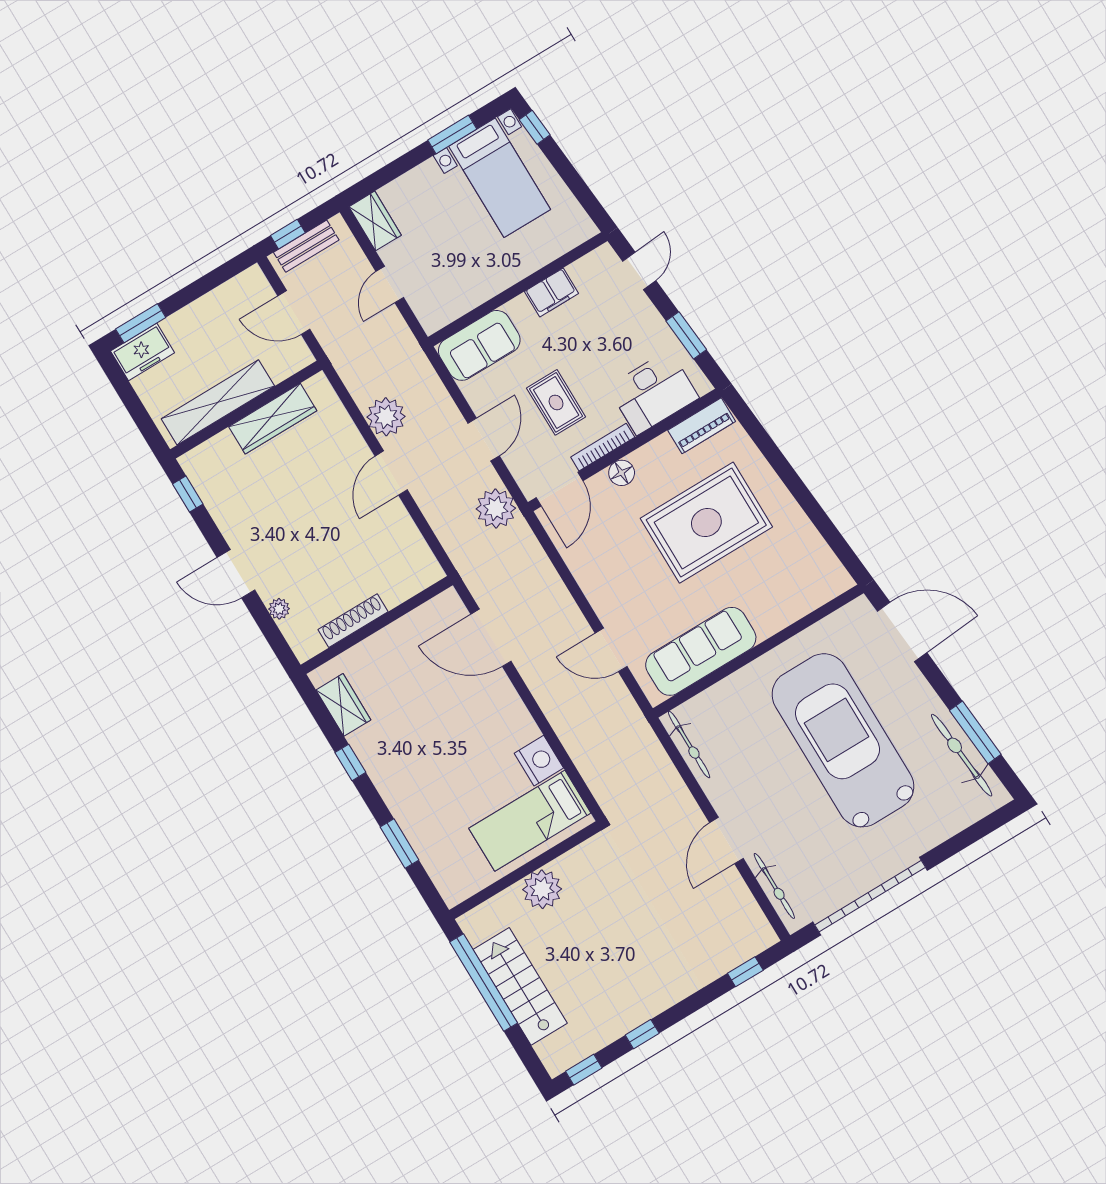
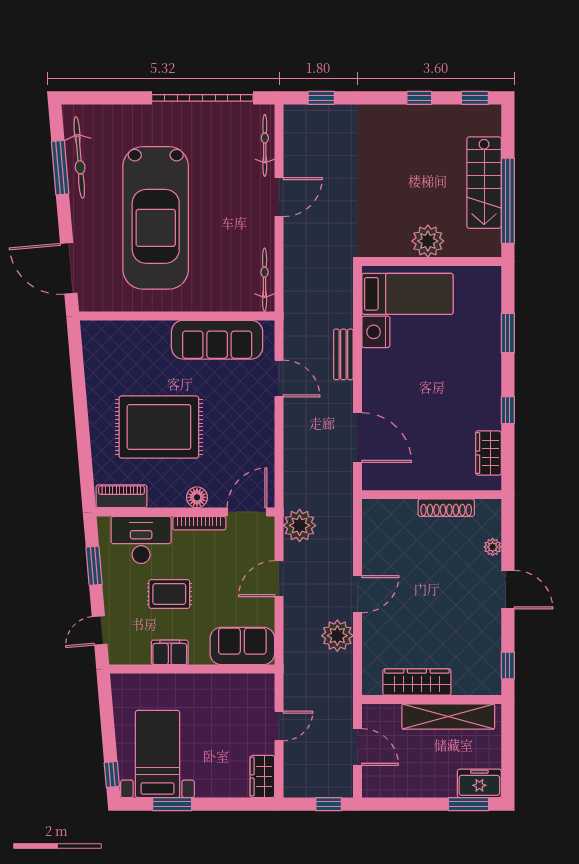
bench: (306, 246) -> (343, 354), moved, turned 90
rug: (556, 402) -> (169, 594), moved, turned 90

